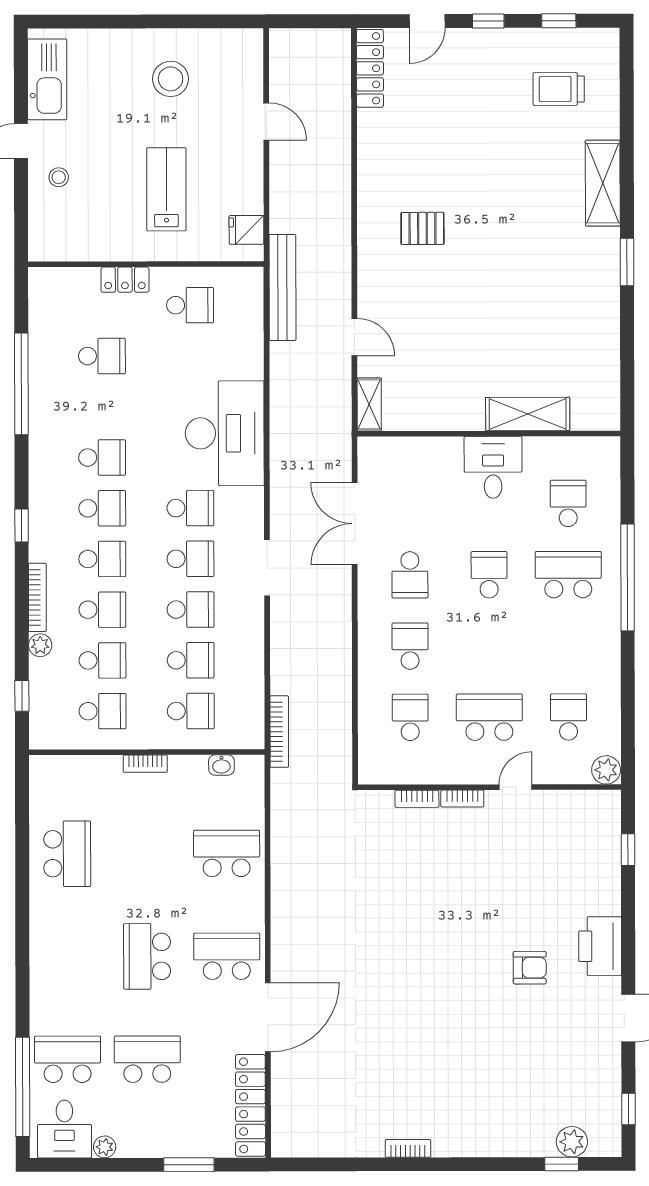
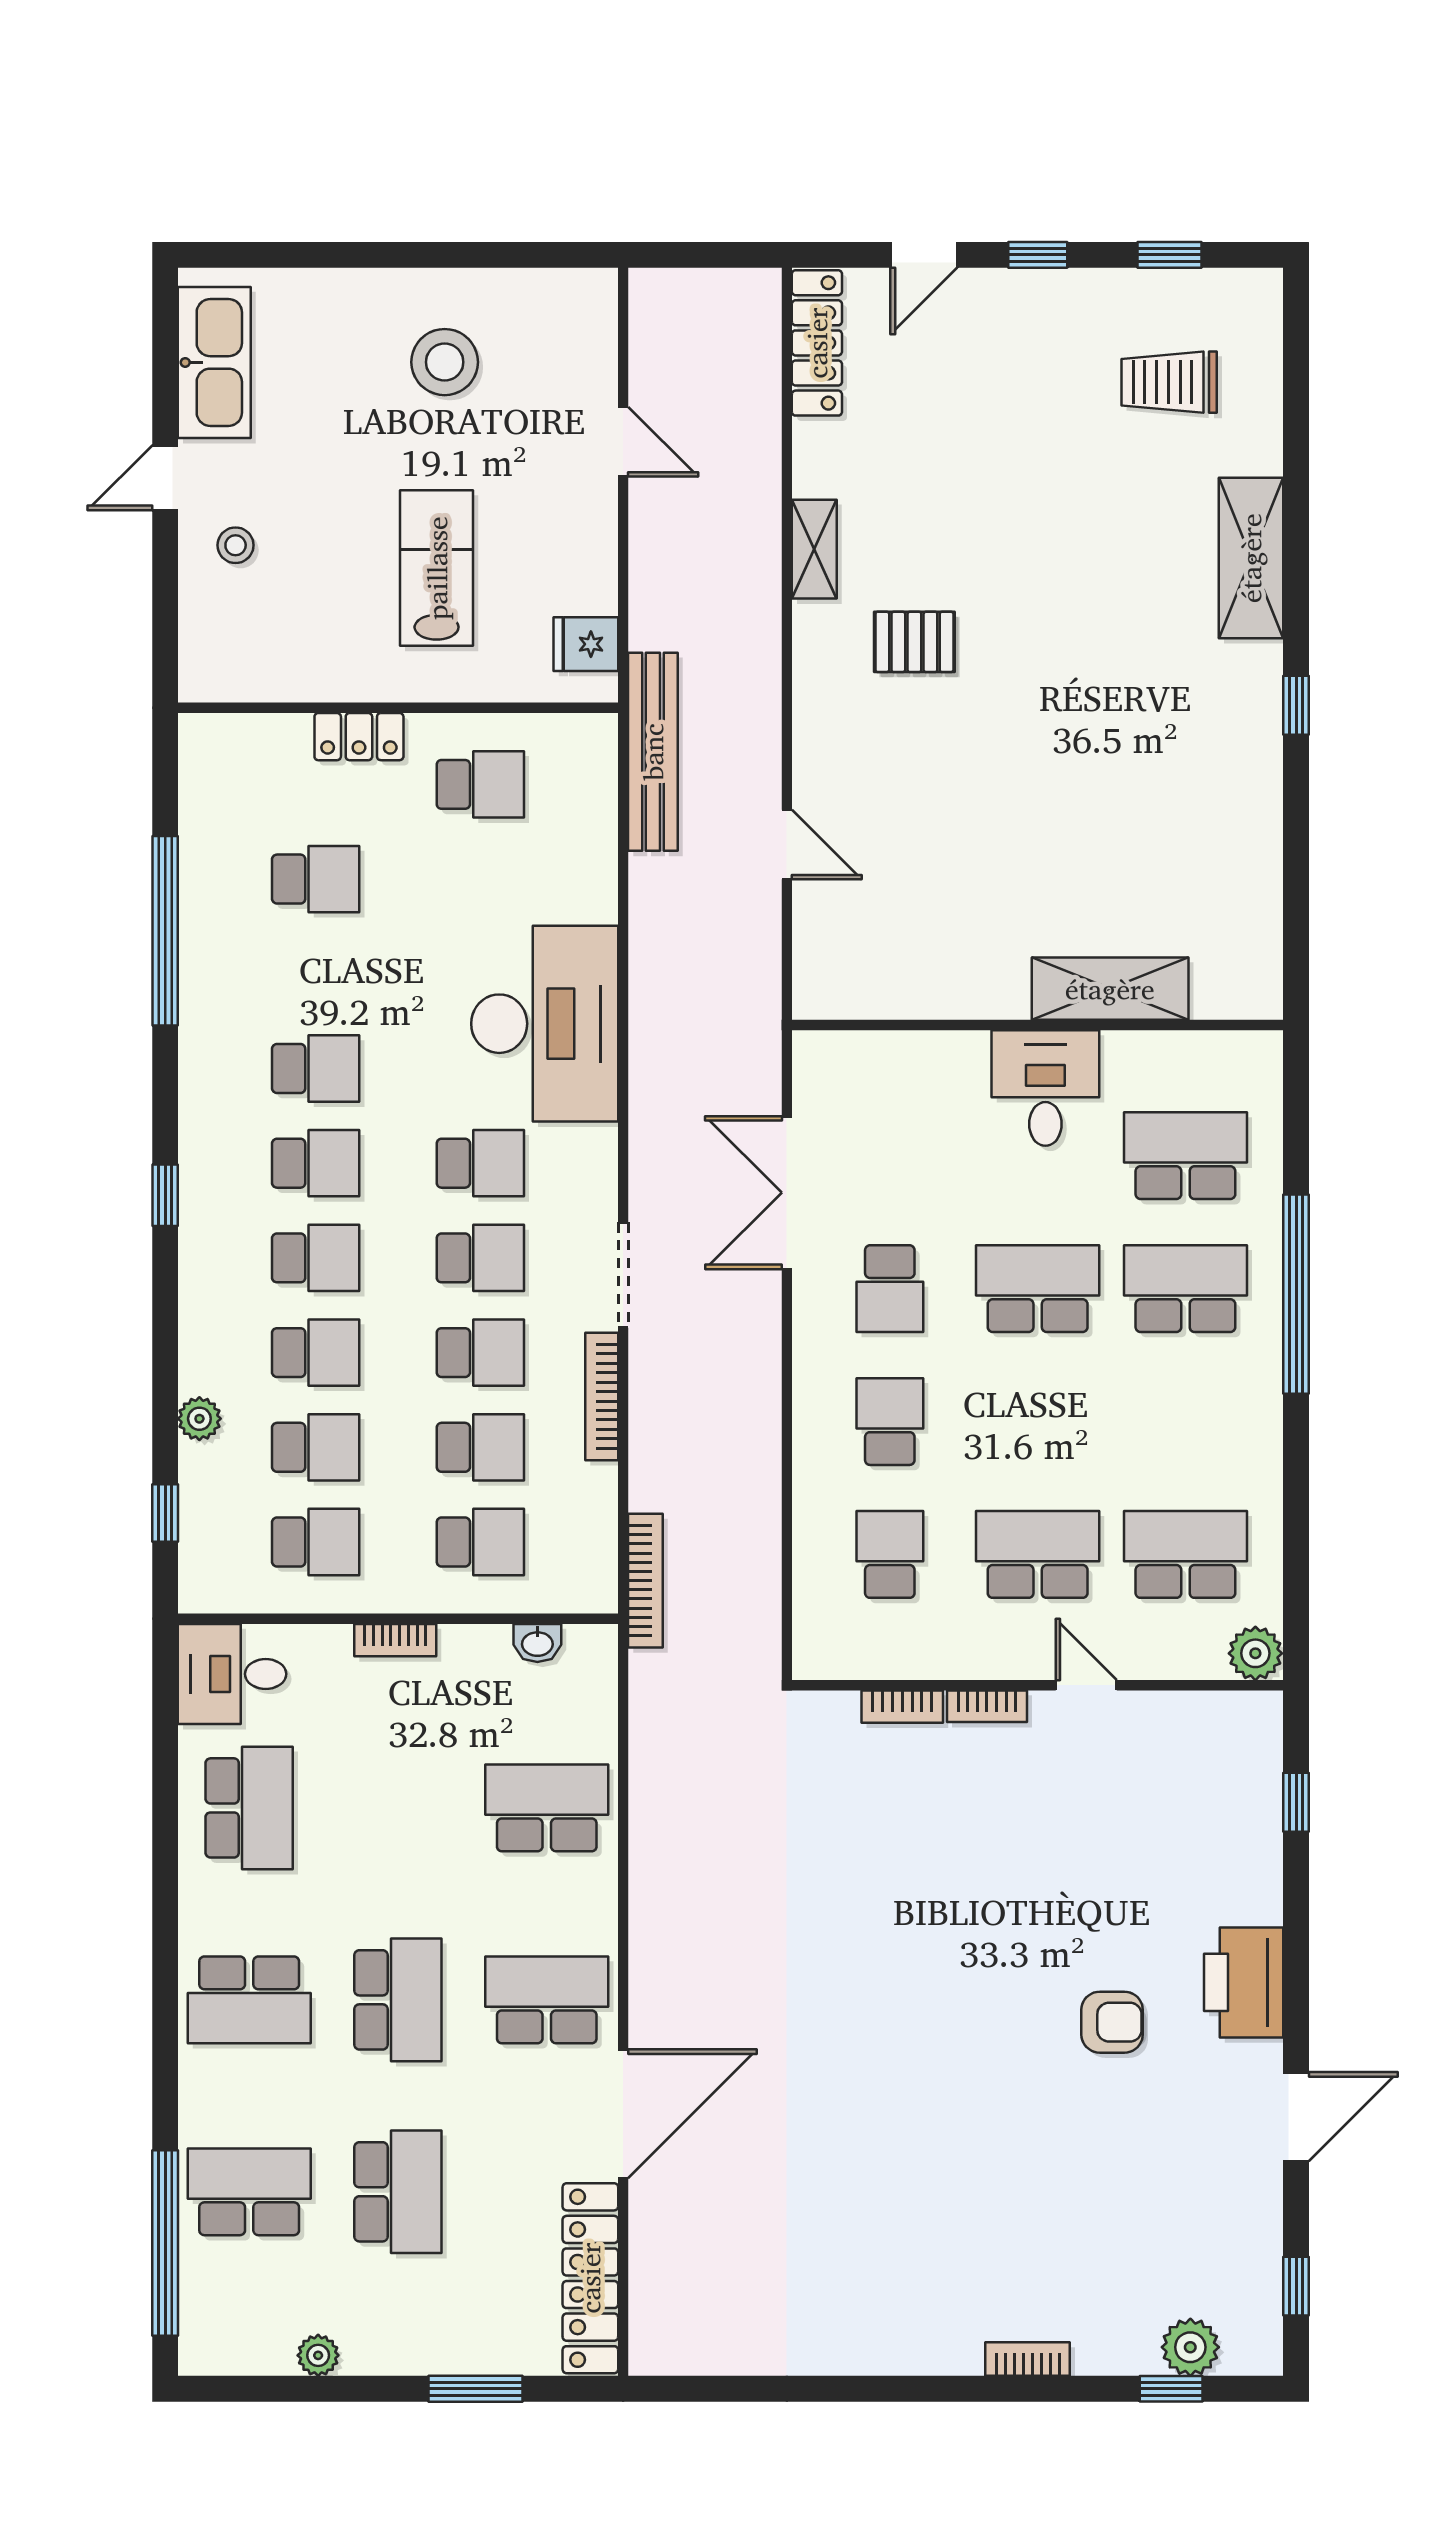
window: (627, 262) -> (1296, 705), width x0.67
shelving: (369, 404) -> (814, 549), moved
school desk: (568, 503) -> (1185, 1156), width x1.85
school desk: (489, 575) -> (1038, 1289), width x1.85
bookcase: (37, 597) -> (602, 1396), moved, turned 180
school desk: (569, 717) -> (1185, 1554), width x1.85
door: (515, 787) -> (1086, 1685), hinge flipped
school desk: (147, 956) -> (398, 2000), turned 180
school desk: (67, 957) -> (249, 2000), added
school desk: (147, 1059) -> (398, 2192), turned 90
desk: (64, 1129) -> (232, 1674), moved, turned 90
bookcase: (408, 1148) -> (1028, 2359), moved

